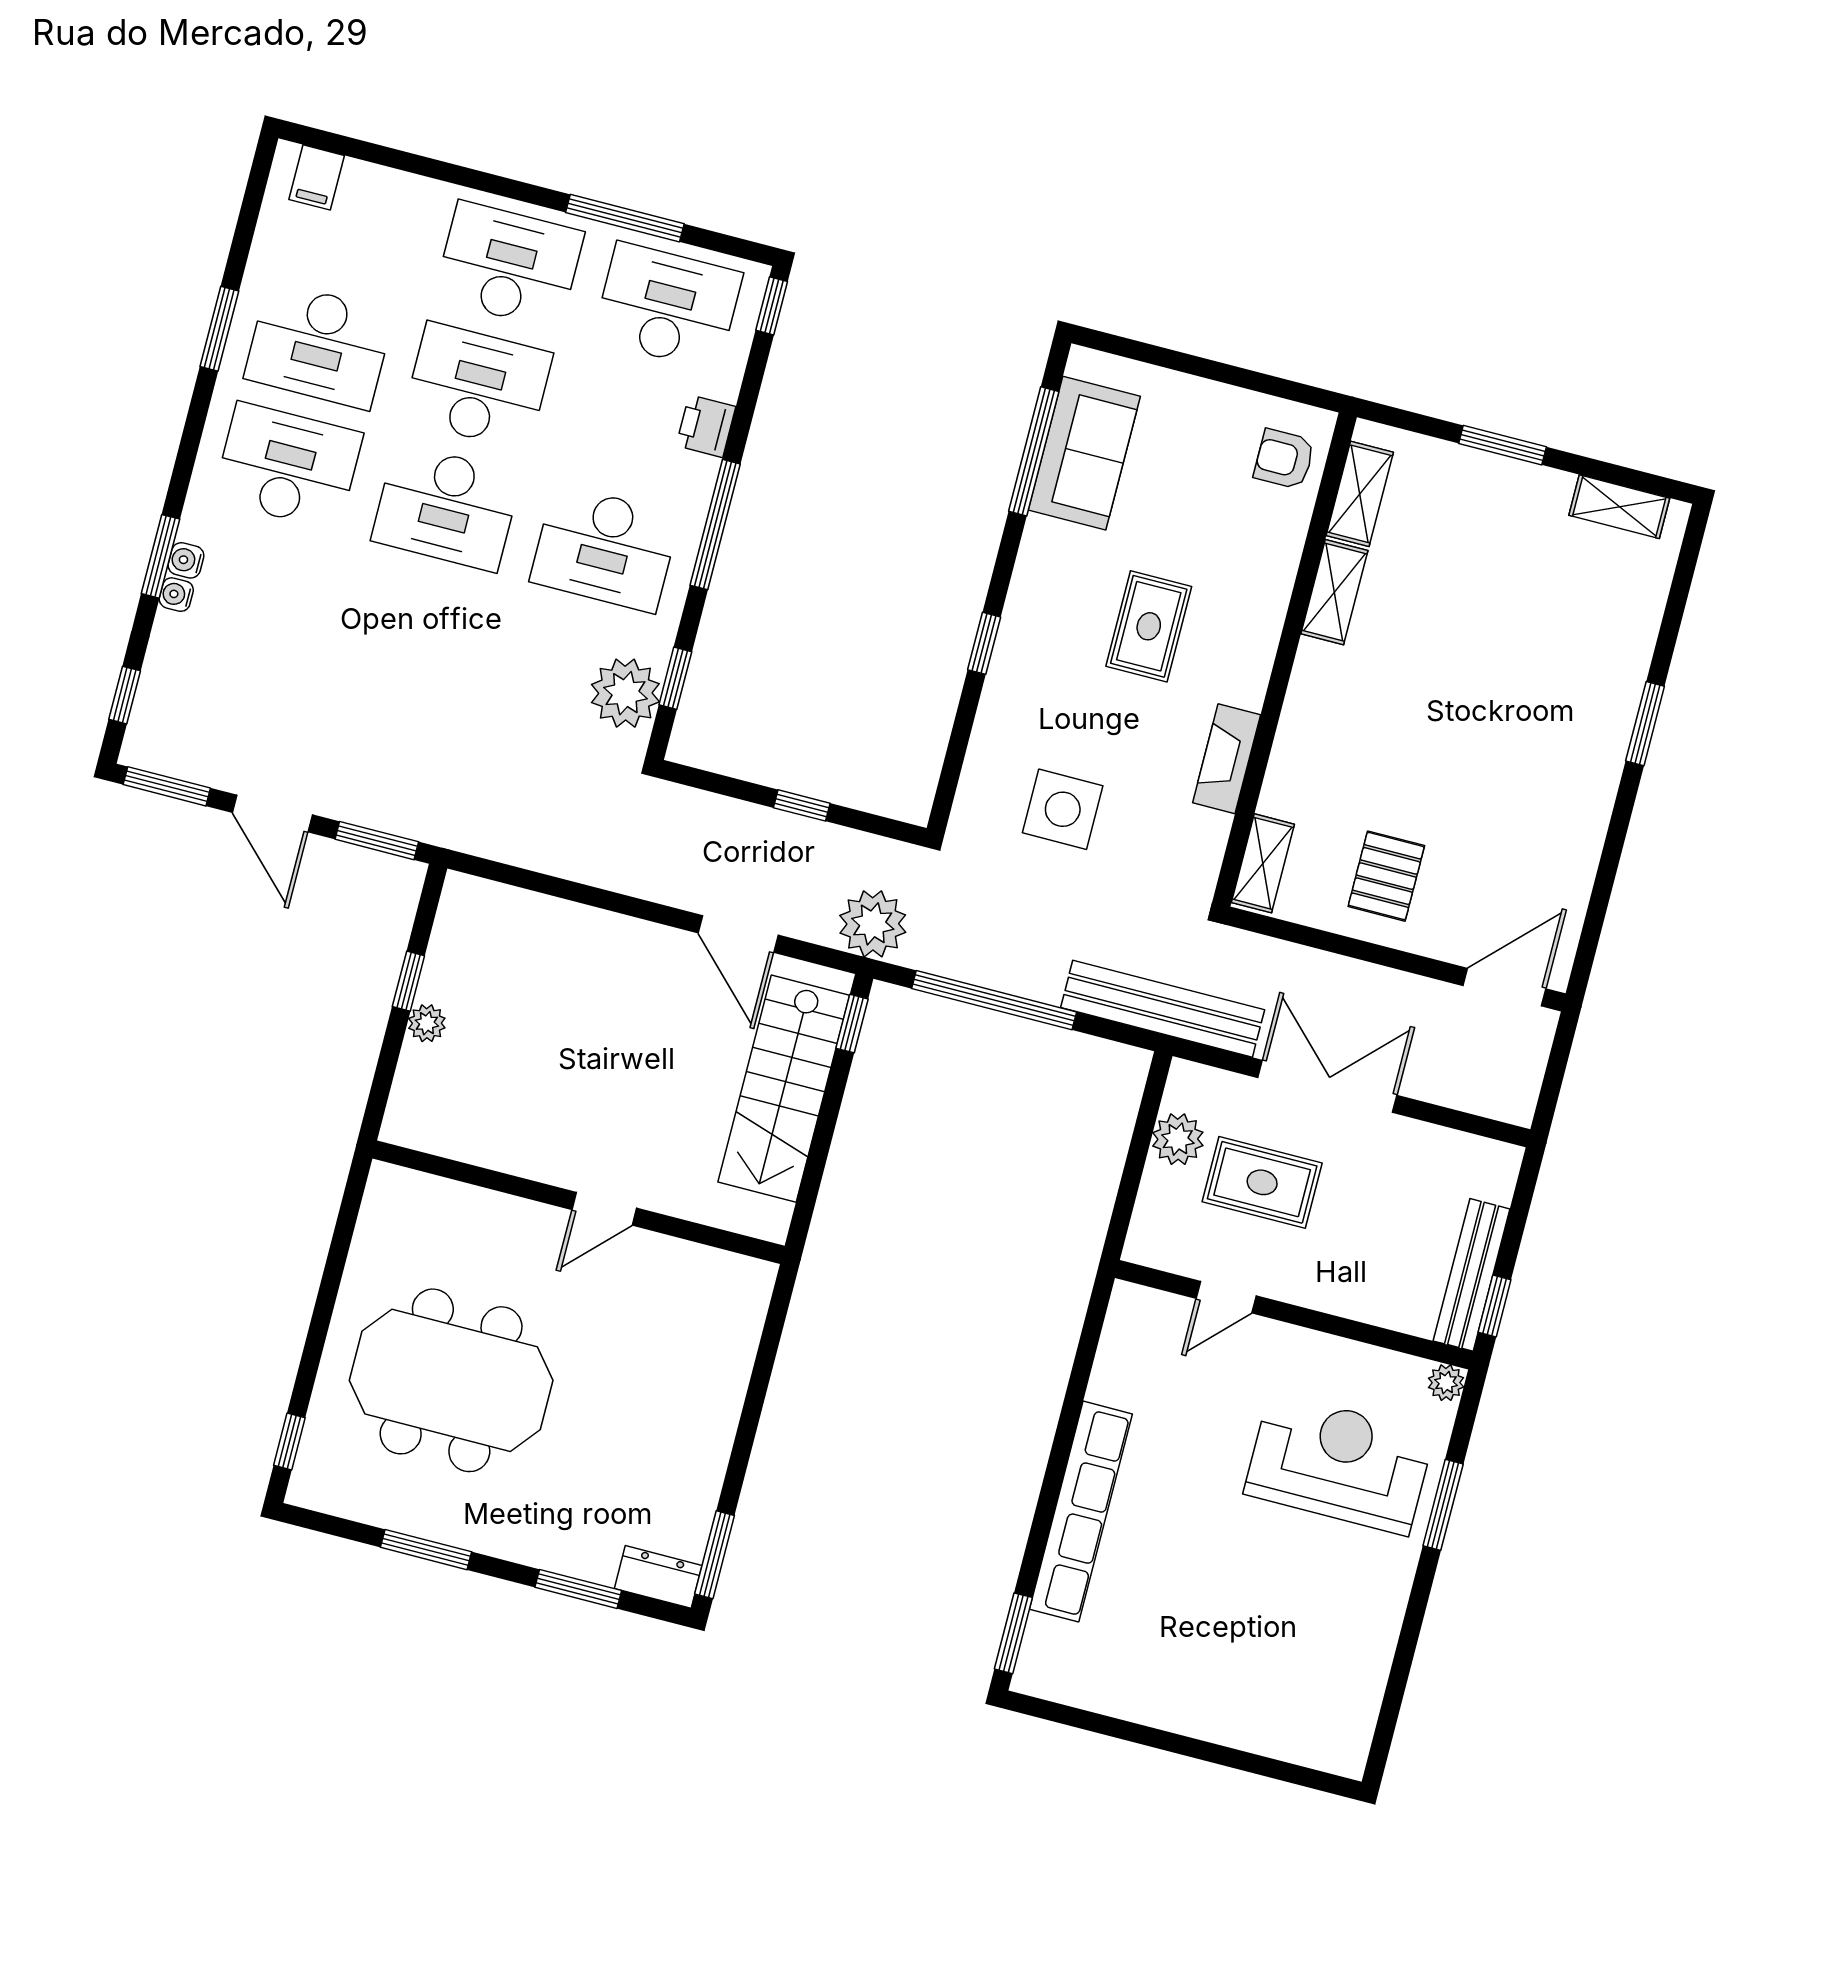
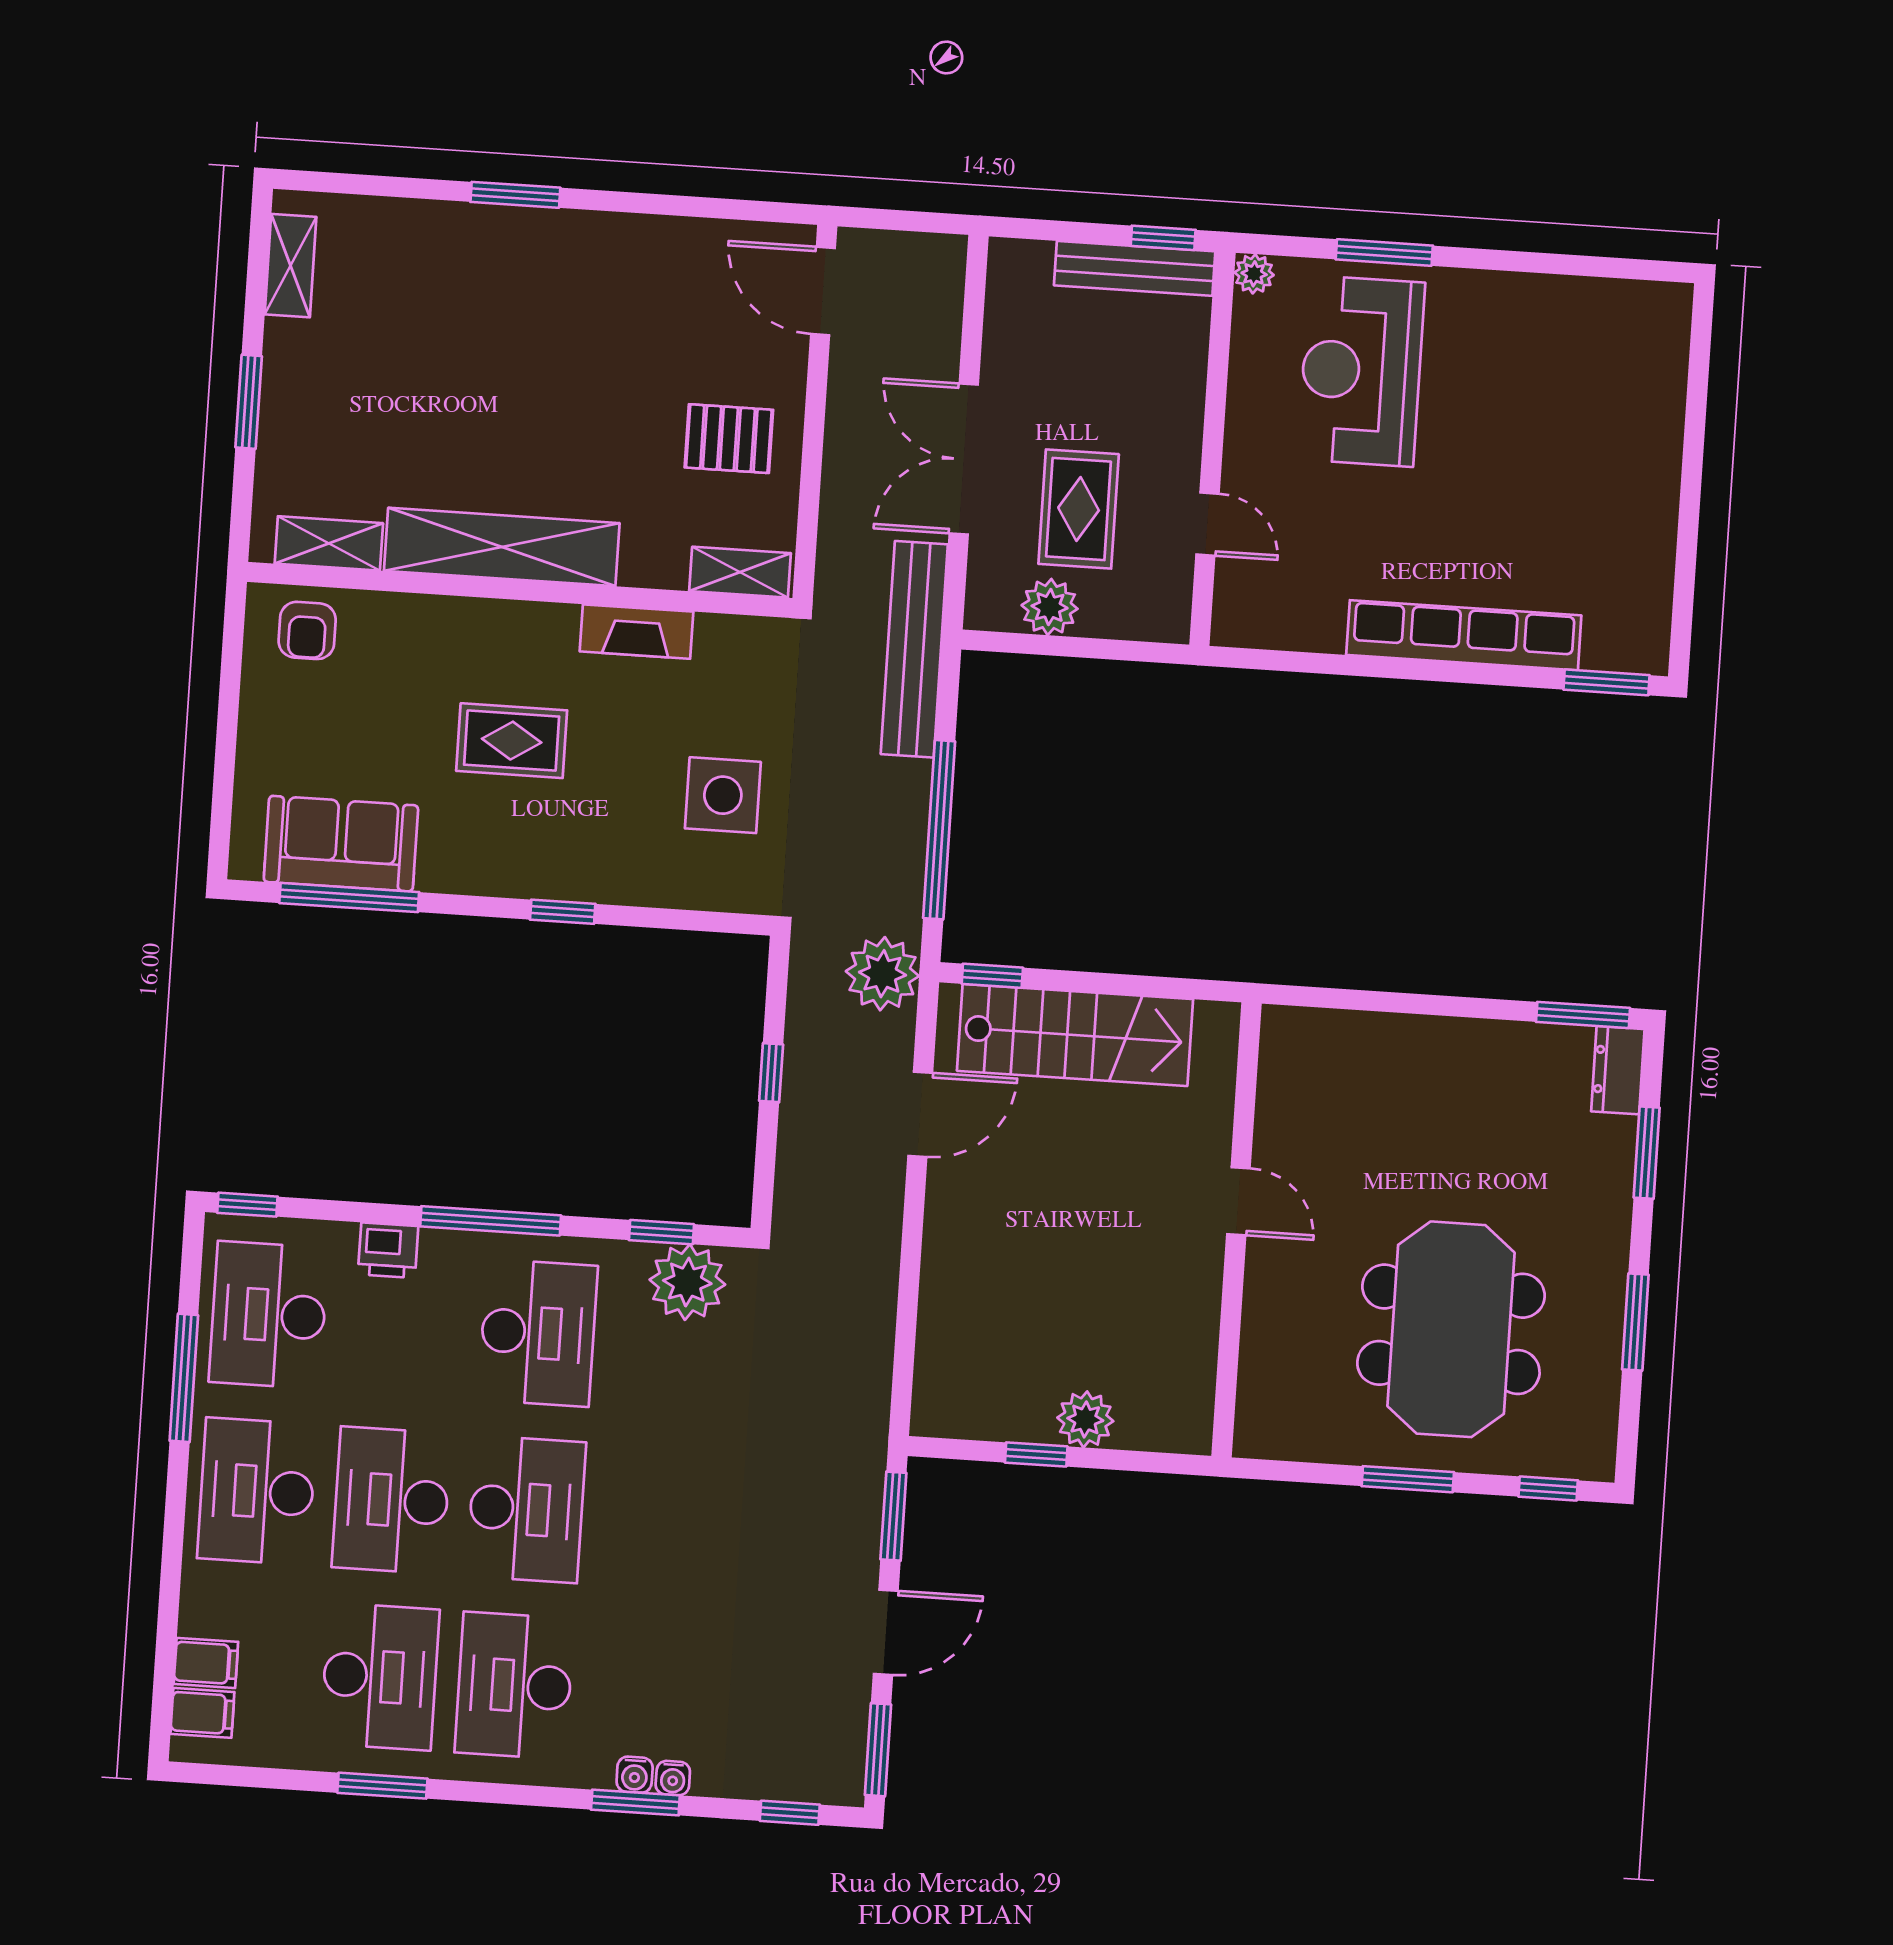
filing cabinet: (361, 189) -> (206, 1663), added
shelving: (1334, 592) -> (502, 547), width x2.20, depth x1.33
plant: (427, 1023) -> (1085, 1419), width x1.38, depth x1.38
window: (322, 1315) -> (1408, 1479), added

